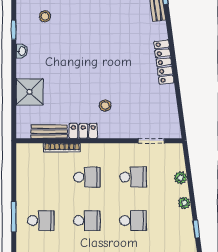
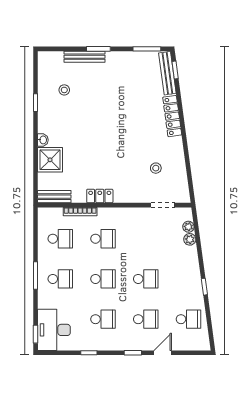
washbasin: (22, 51) -> (43, 140), moved
locker: (164, 62) -> (172, 116), moved
stool: (105, 106) -> (156, 168), moved
bench: (49, 132) -> (54, 197), moved
school desk: (133, 177) -> (60, 239), moved
plant: (184, 203) -> (188, 227), moved

